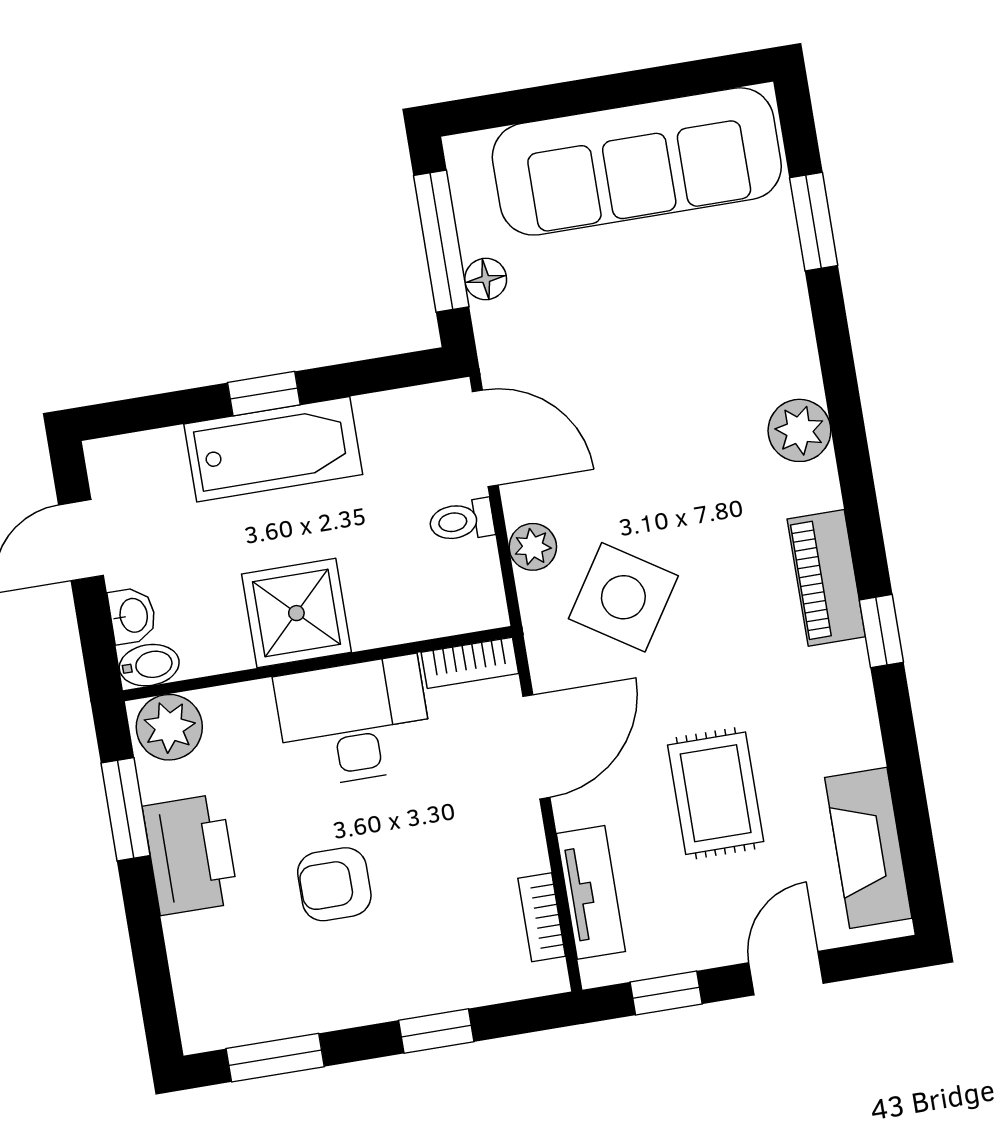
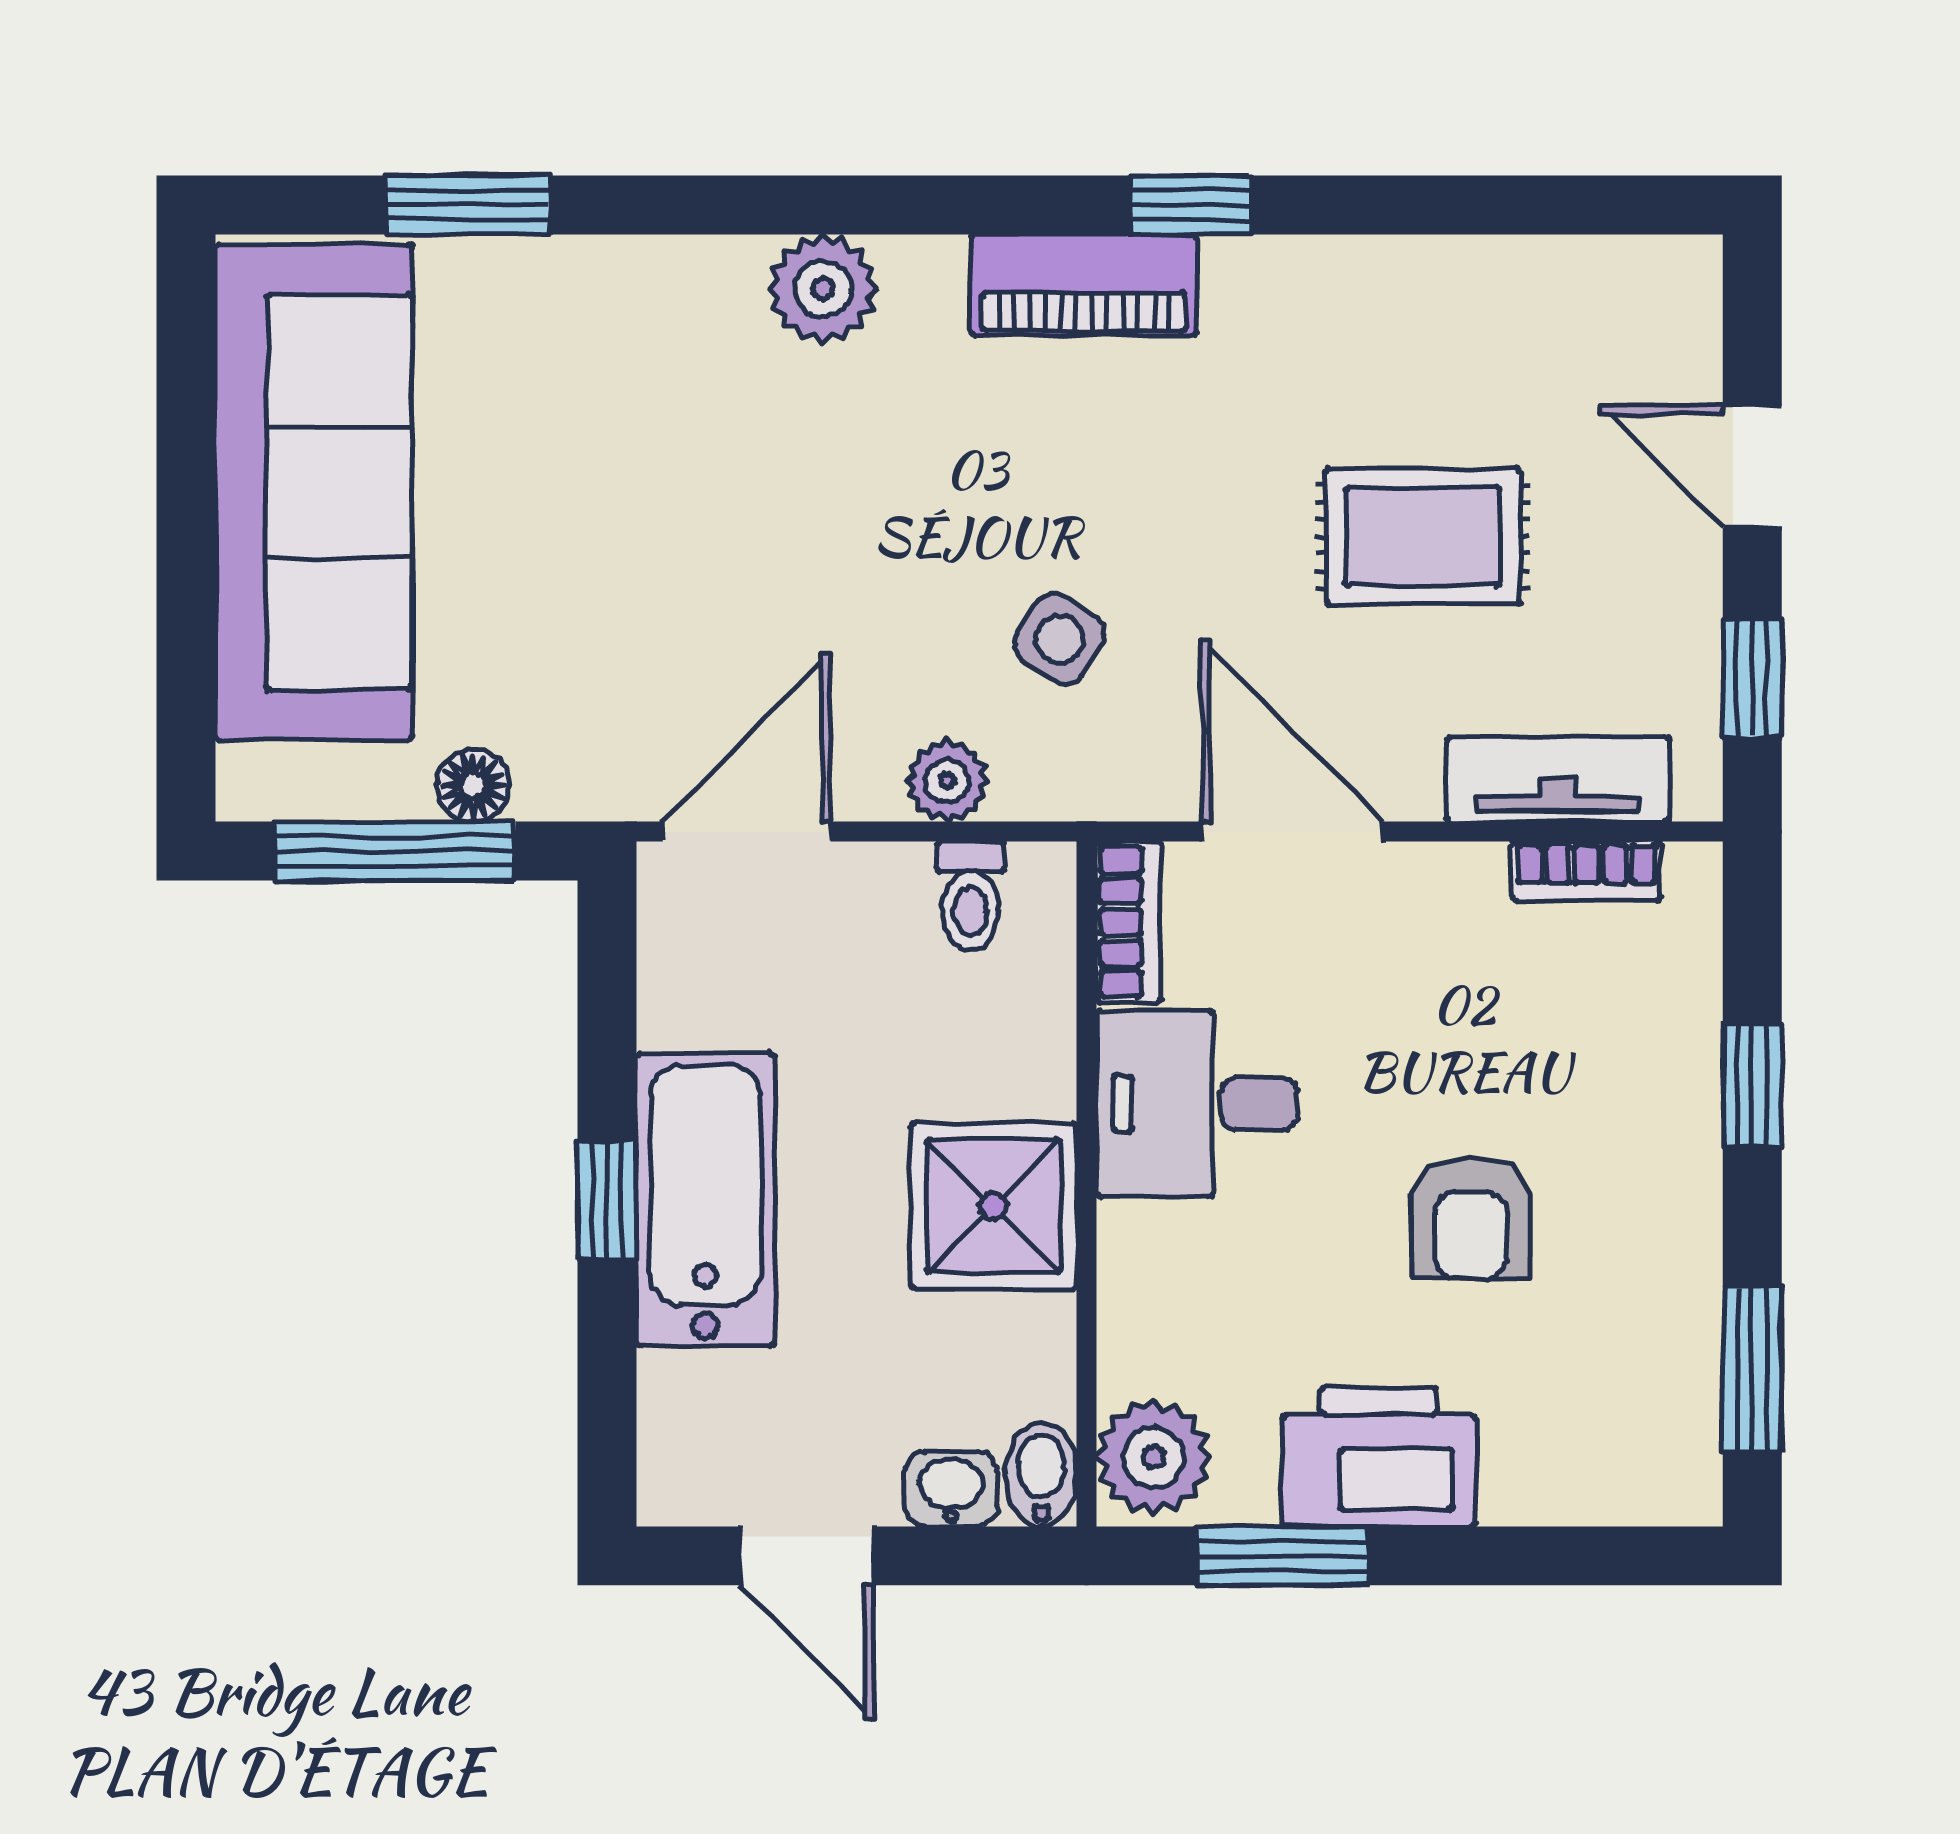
toilet: (462, 521) -> (971, 896), moved
side table: (623, 597) -> (1059, 639), width x0.54, depth x0.54
desk: (354, 722) -> (1197, 1104), width x0.73
fireplace: (868, 848) -> (1560, 289), removed

